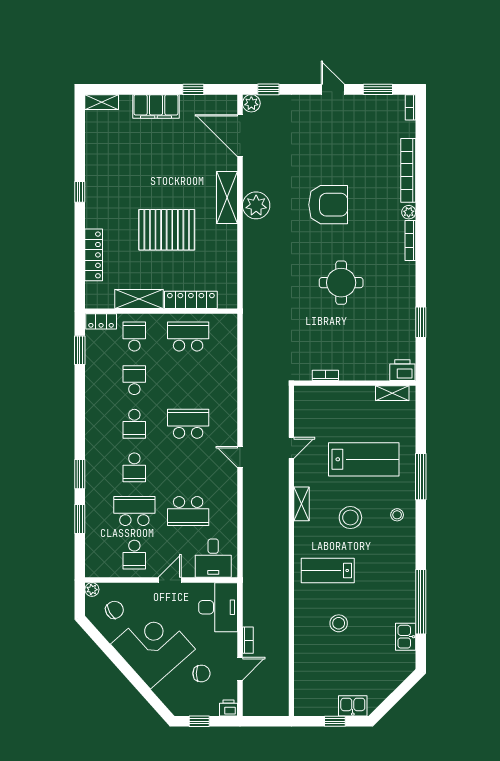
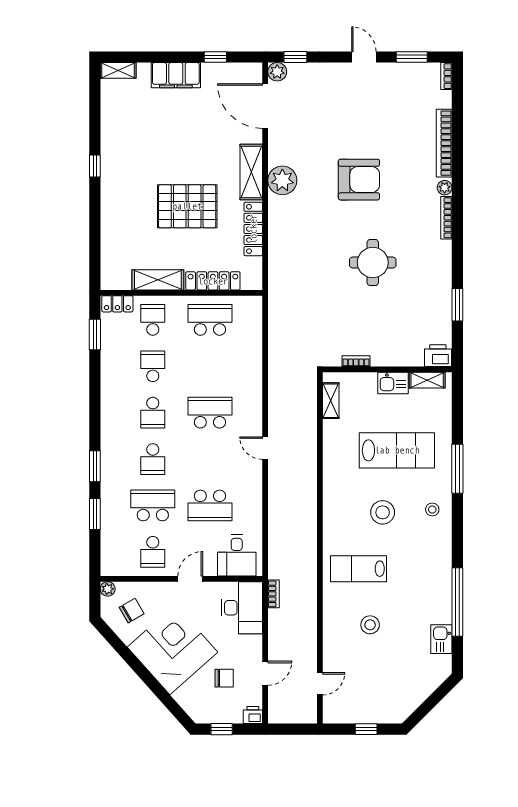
locker: (94, 255) -> (253, 229), moved, turned 180
door: (291, 448) -> (320, 684), moved
shelving: (302, 504) -> (331, 401), moved
bookcase: (248, 640) -> (274, 594), moved
kitchen sink: (353, 706) -> (393, 383), moved, turned 180

